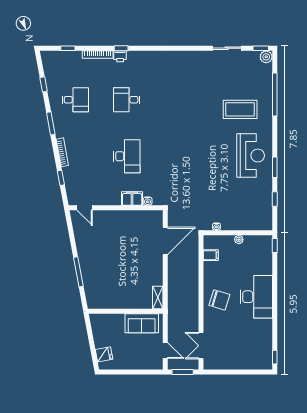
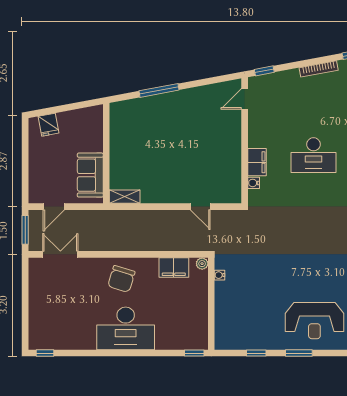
window: (61, 178) -> (264, 71), moved
plant: (239, 240) -> (202, 264), moved
door: (165, 241) -> (200, 207), width x0.53
filing cabinet: (211, 255) -> (174, 267), width x2.00

